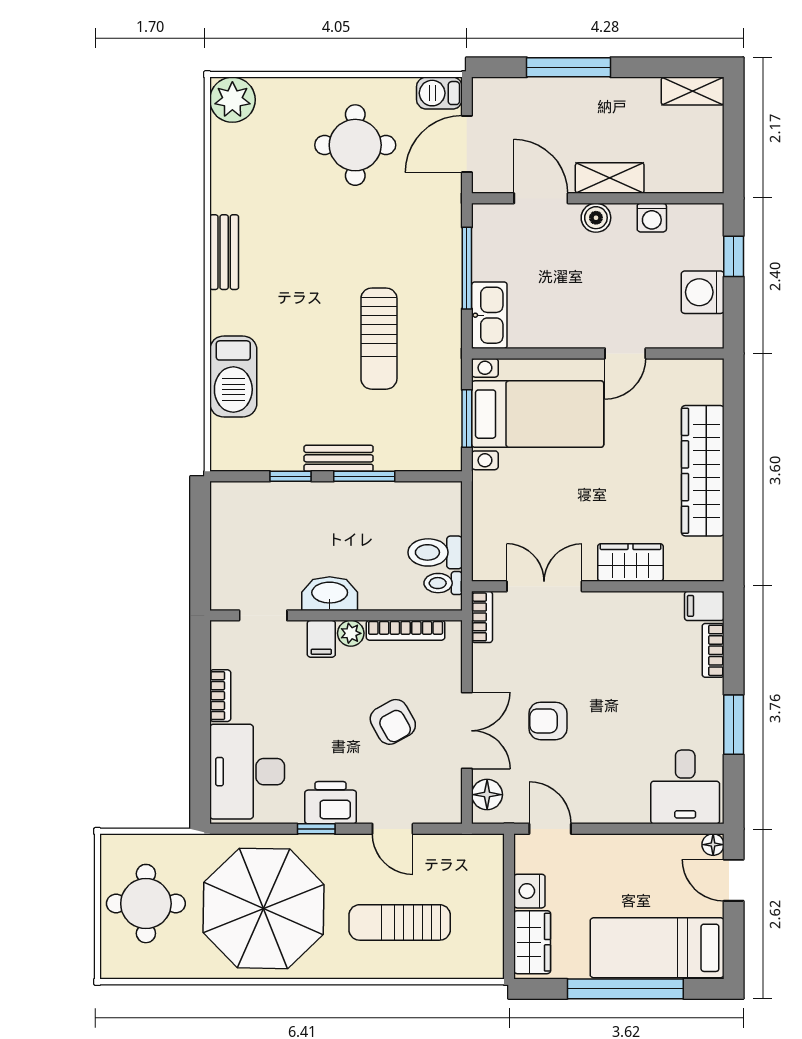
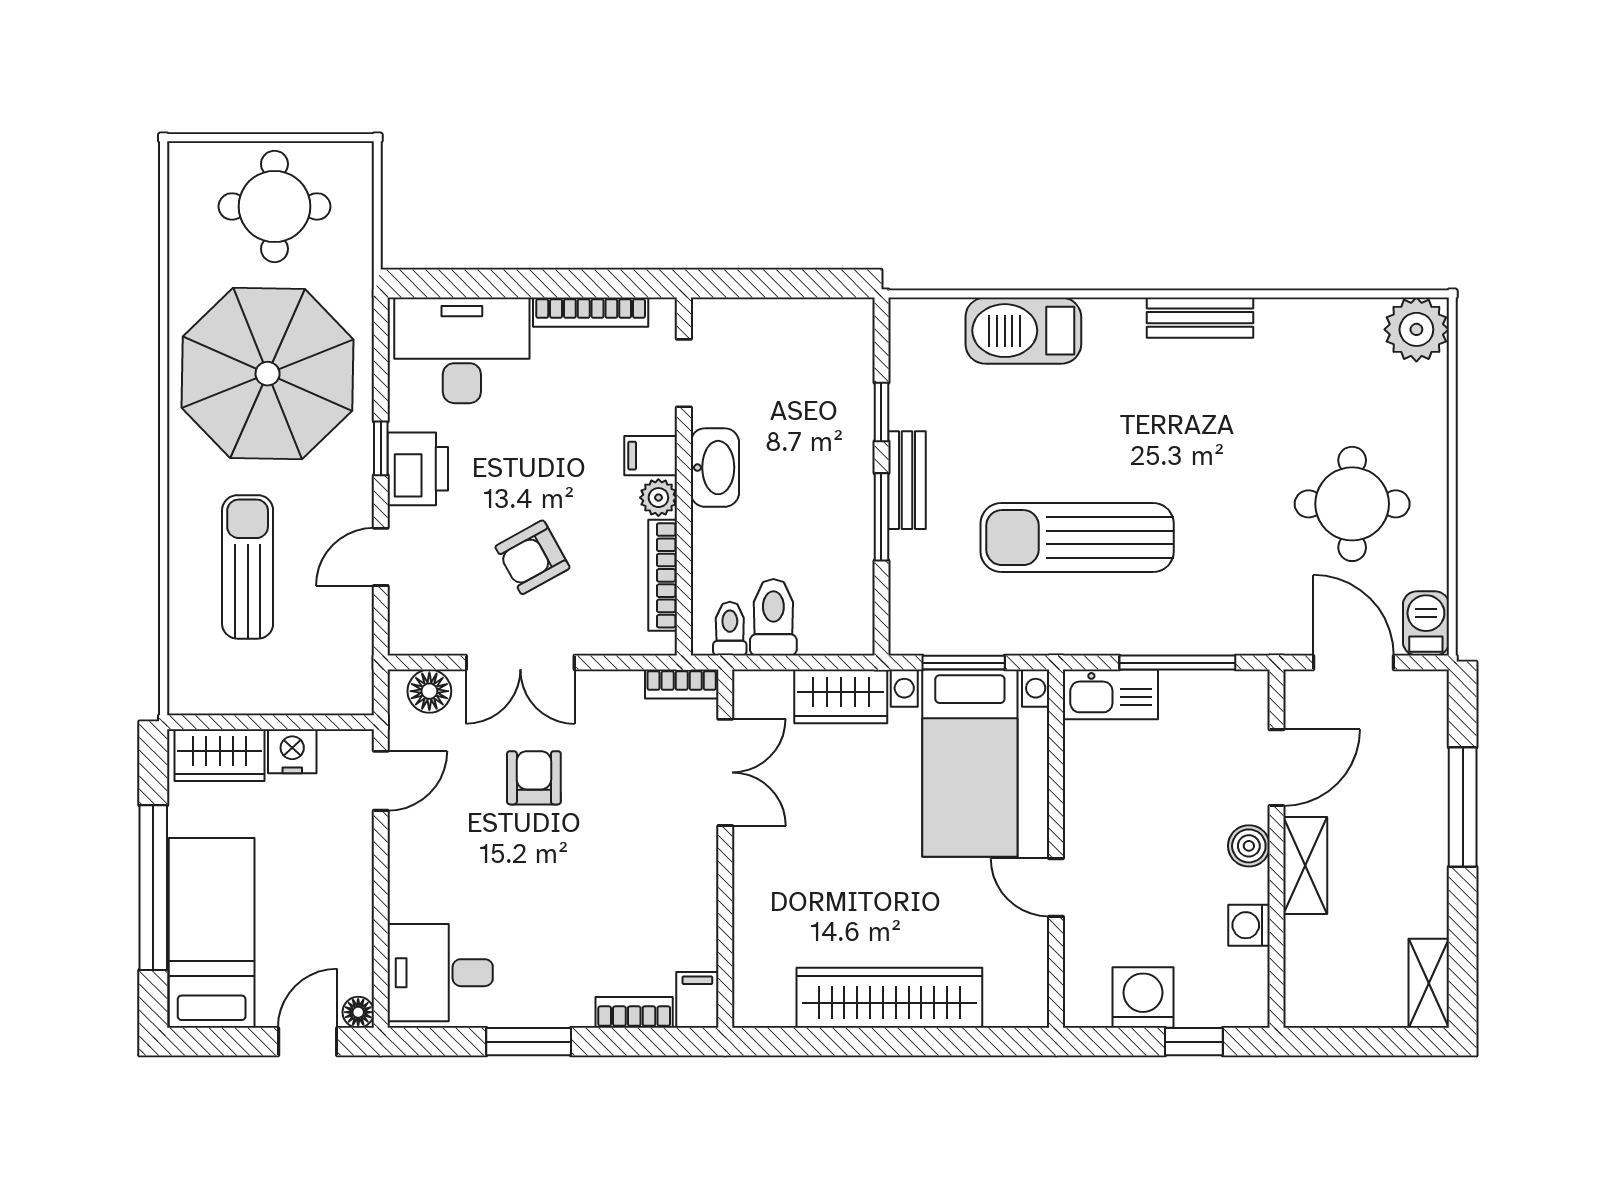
sun lounger: (379, 339) -> (1077, 538), width x1.36, depth x1.34
wardrobe: (630, 562) -> (841, 696), moved, turned 90
bookcase: (220, 696) -> (591, 312), width x1.56

